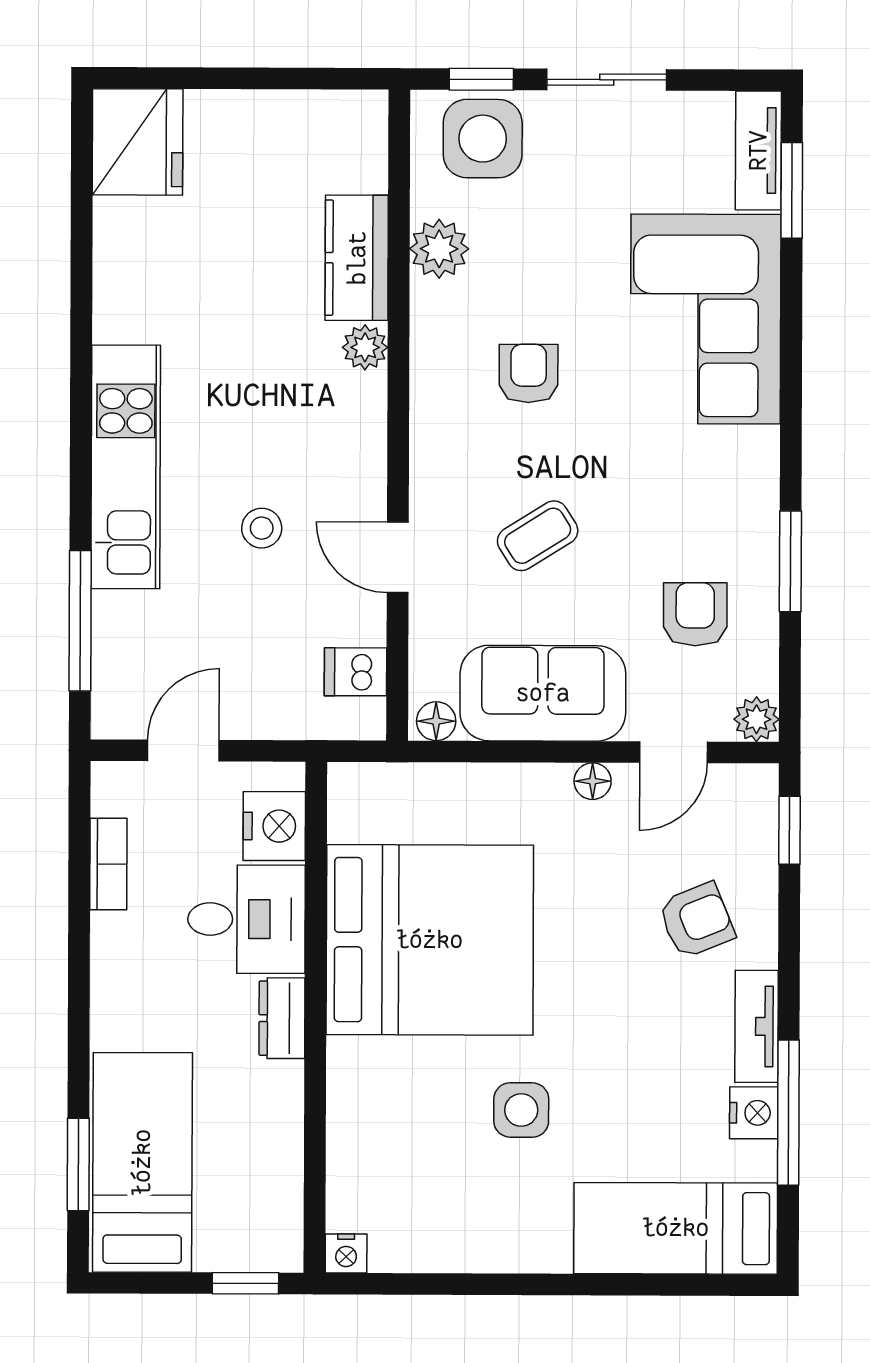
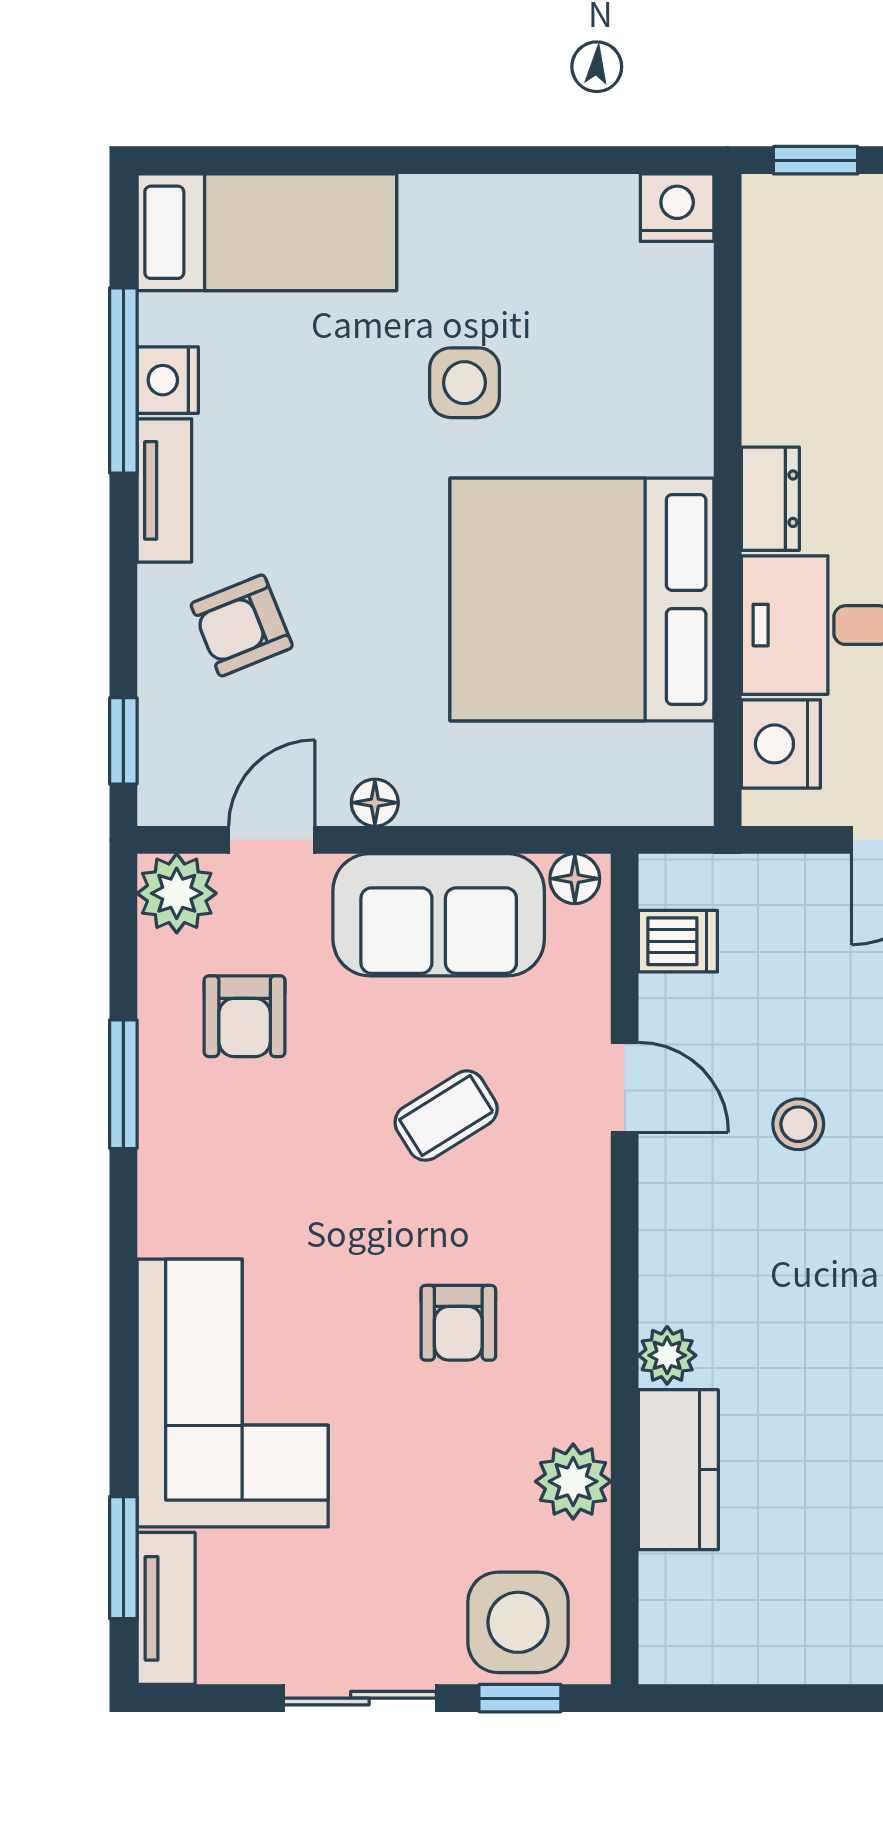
plant: (756, 719) -> (177, 893), width x1.38, depth x1.38
nightstand: (346, 1253) -> (677, 208), width x1.39, depth x1.35

